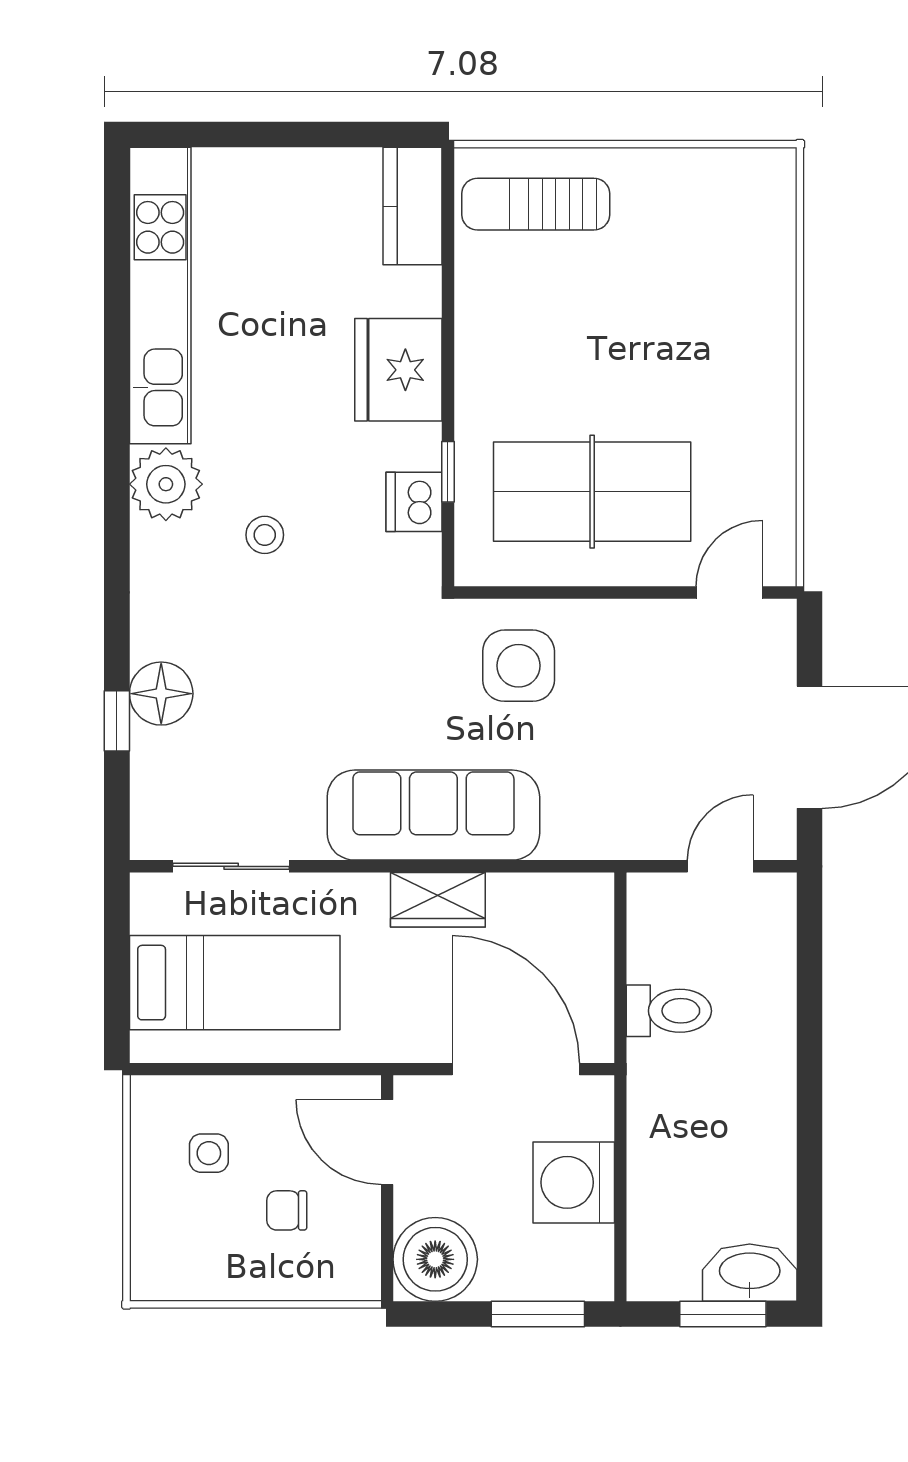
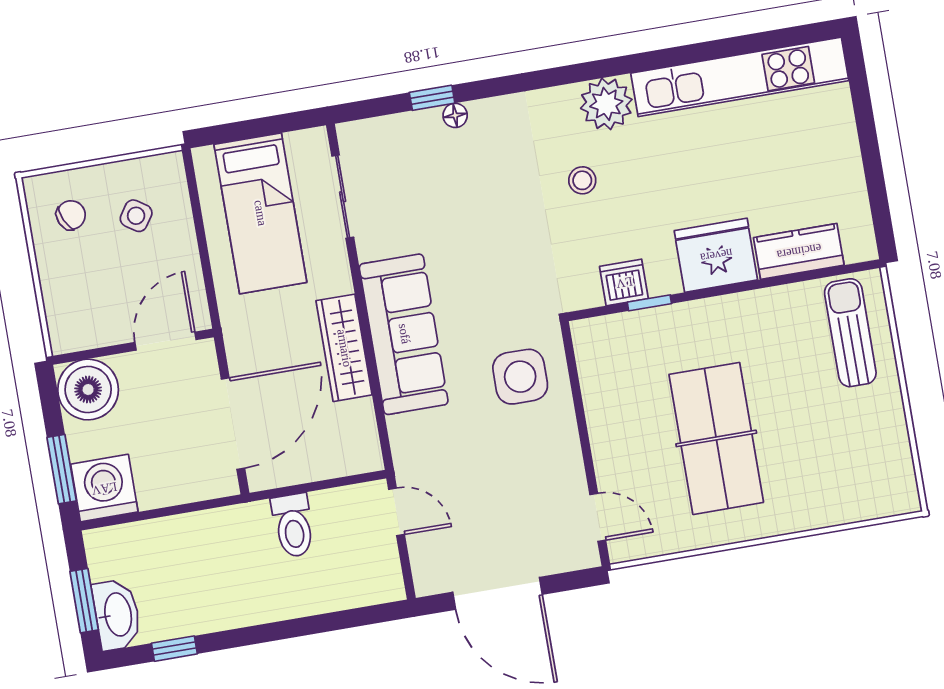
kitchen counter: (412, 206) -> (799, 251), moved
table tennis table: (592, 492) -> (716, 438), moved
floor lamp: (161, 694) -> (455, 115), width x0.53, depth x0.53
door: (720, 866) -> (397, 512), moved
wardrobe: (438, 900) -> (344, 348), width x1.50
side table: (209, 1153) -> (136, 216), turned 34
washing machine: (574, 1182) -> (104, 488), moved
window: (809, 1202) -> (174, 649), added
chair: (287, 1210) -> (71, 215), moved, turned 65

